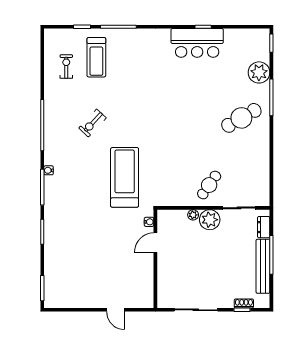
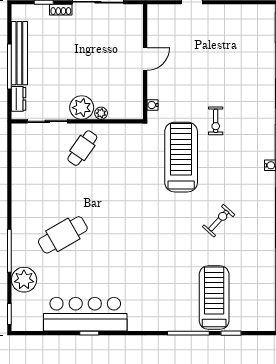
bar counter: (197, 43) -> (85, 314), width x1.36
treadmill: (96, 57) -> (214, 298), width x1.37, depth x1.38
exercise bike: (66, 67) -> (216, 121), moved
cafe table: (241, 118) -> (63, 235), moved
treadmill: (125, 177) -> (181, 157), turned 180
door: (155, 243) -> (145, 59), moved
shoe rack: (244, 303) -> (61, 10), moved

